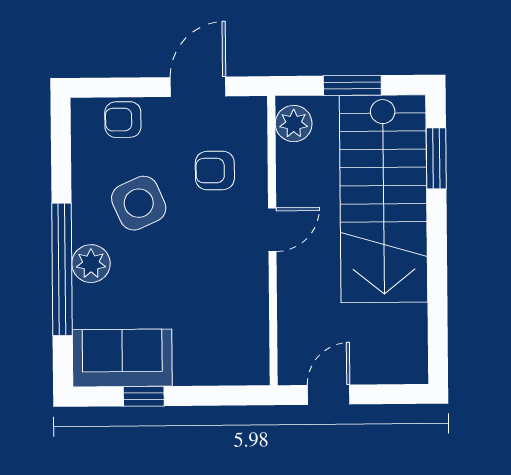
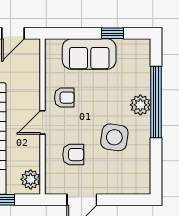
armchair: (123, 120) -> (64, 98), moved
side table: (139, 203) -> (114, 137), turned 32
sofa: (122, 358) -> (89, 54), moved

